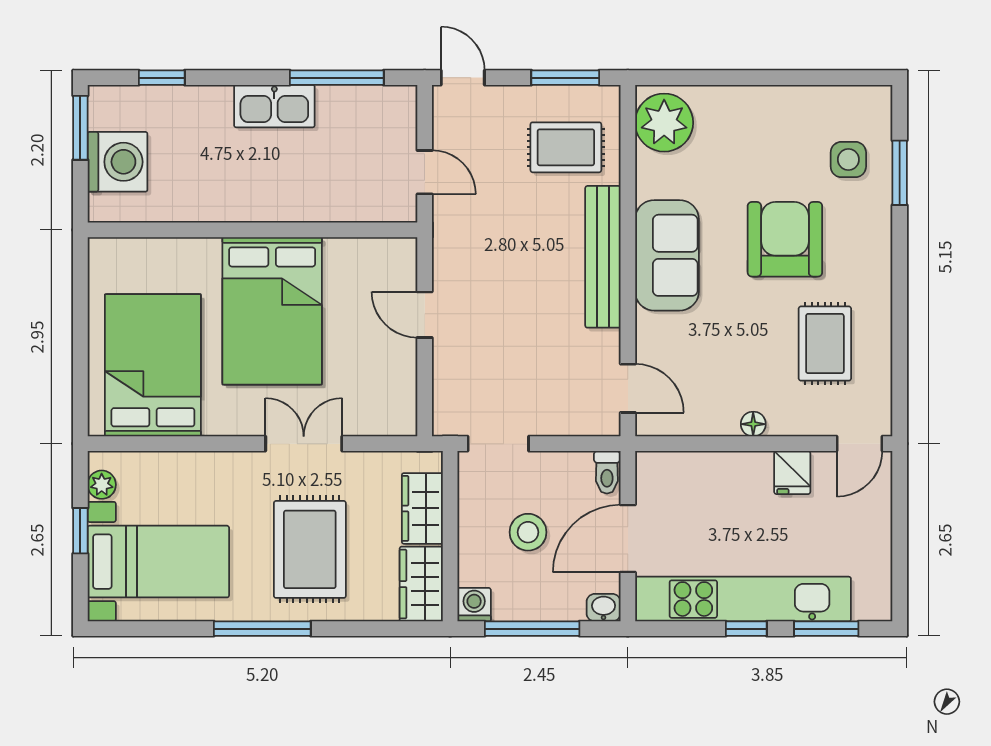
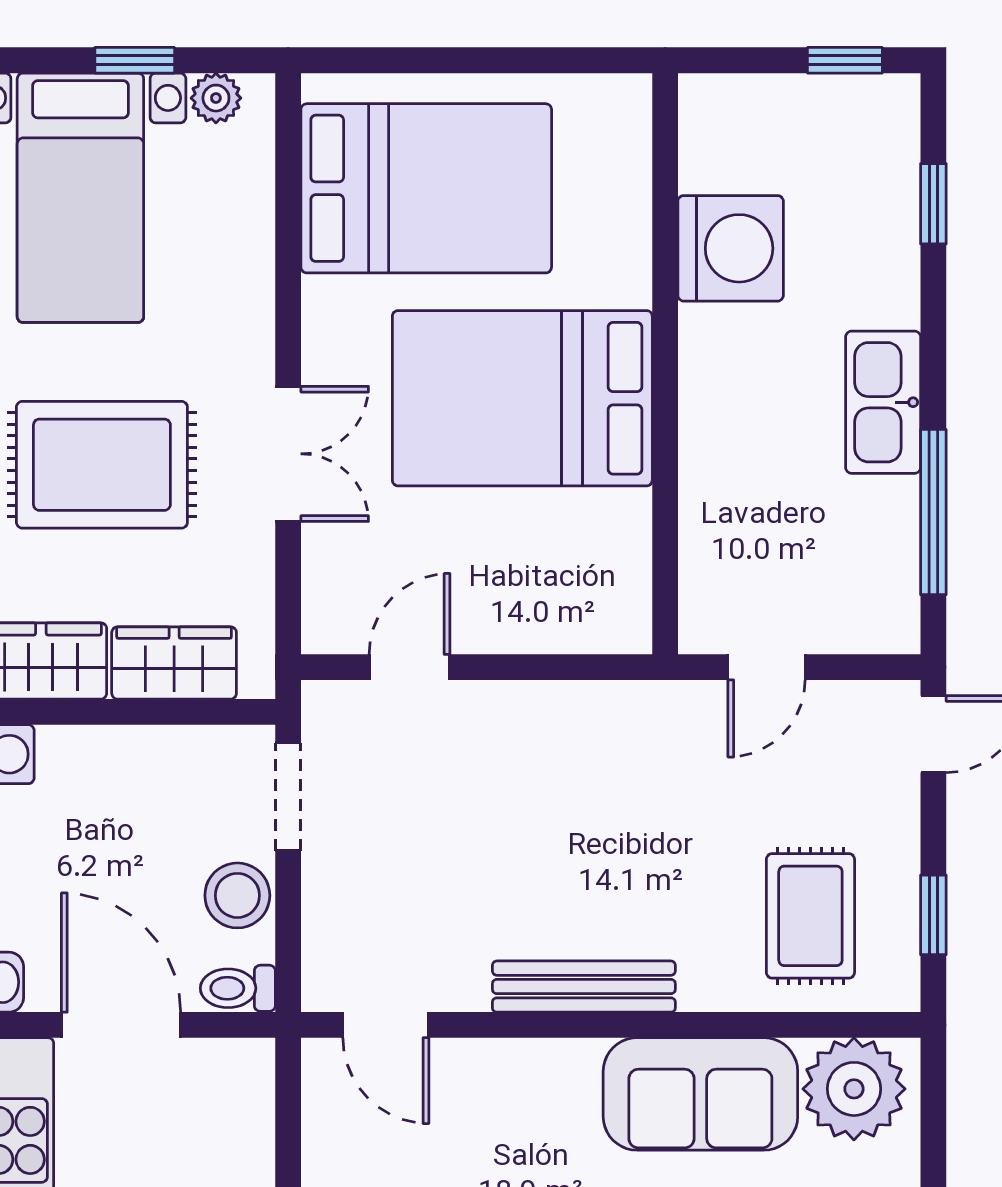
window: (565, 78) -> (933, 915), width x0.67
window: (80, 128) -> (845, 60), width x0.67
washing machine: (117, 162) -> (731, 248), moved, turned -90
sofa: (667, 255) -> (700, 1094), moved
bench: (603, 257) -> (584, 987), width x0.73, depth x0.82
door: (425, 315) -> (409, 667), moved
door: (628, 388) -> (386, 1025), hinge flipped
stool: (528, 532) -> (237, 895), moved

